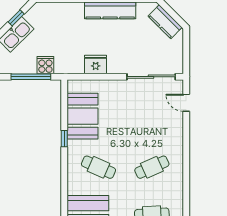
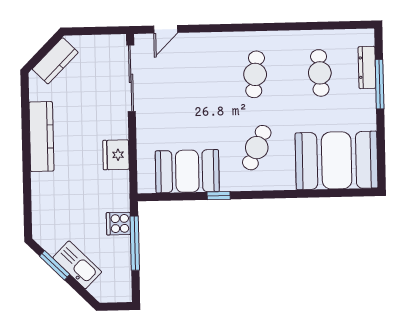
window: (16, 18) -> (55, 265), width x1.50
cafe table: (152, 167) -> (255, 74), turned 30

